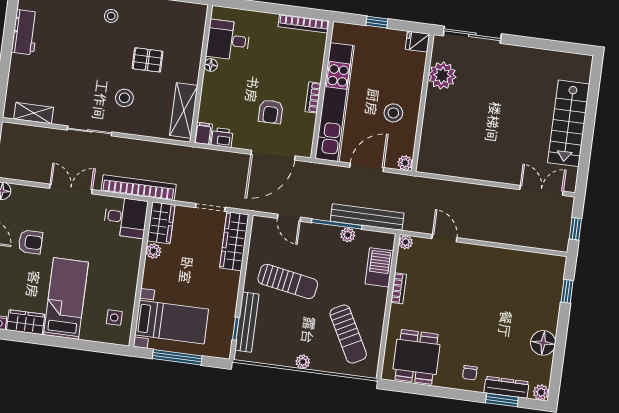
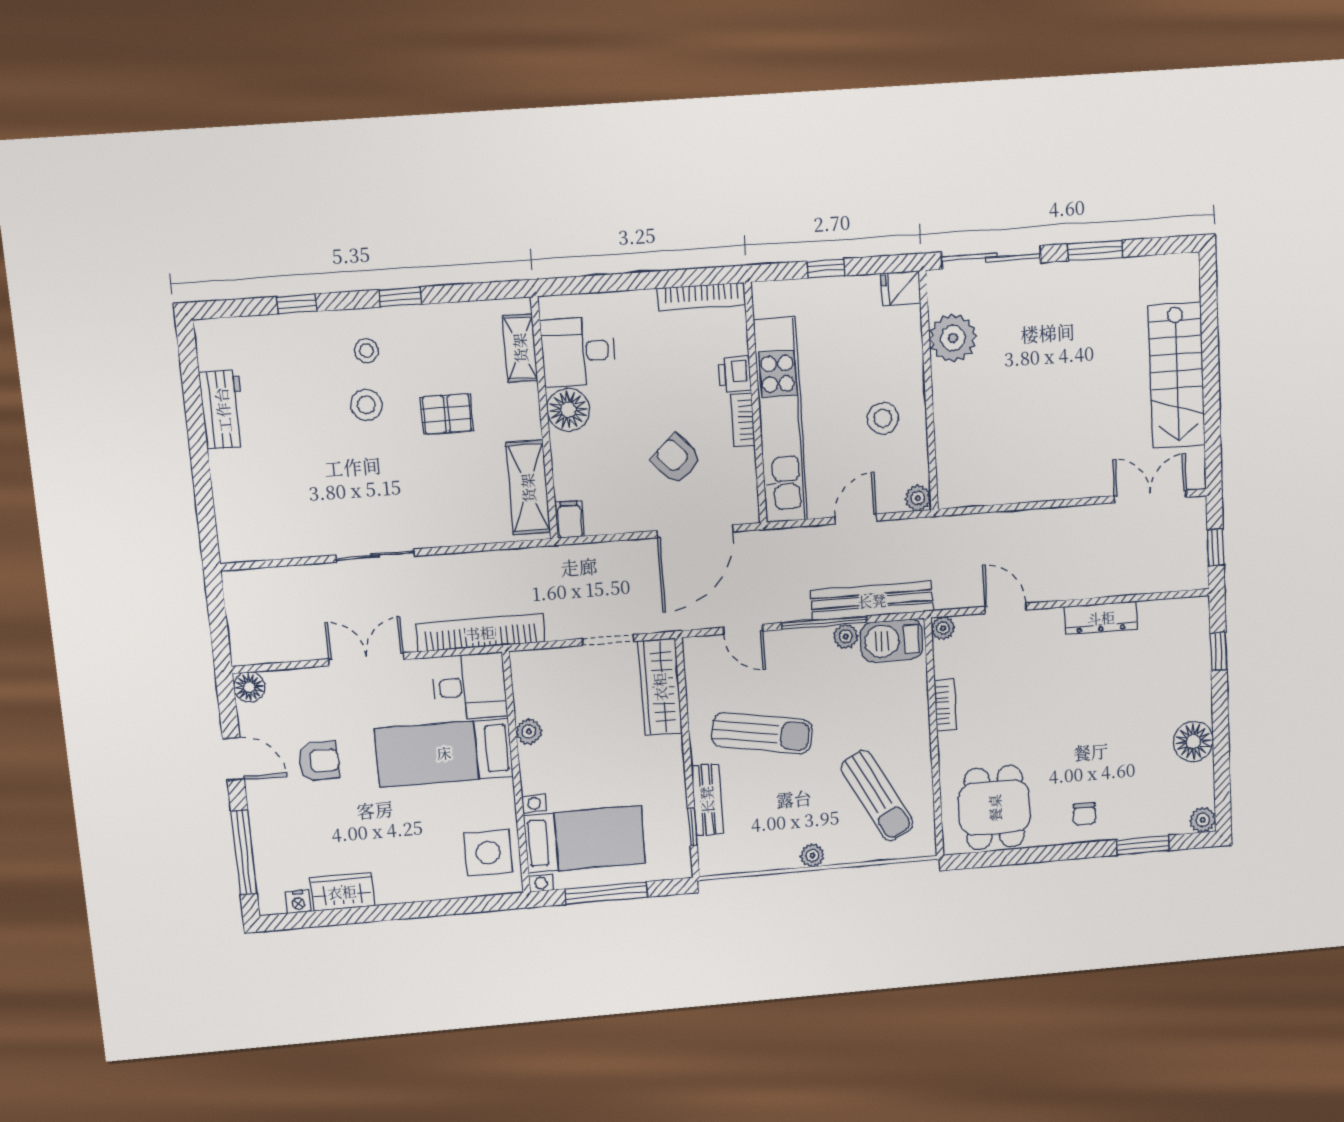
window: (533, 43) -> (1095, 250), added
floor lamp: (211, 65) -> (568, 410), width x1.89, depth x1.89
stool: (124, 98) -> (366, 405), moved
armchair: (271, 112) -> (676, 459), turned 137
shelving: (34, 113) -> (520, 348), moved, turned 90
printer: (222, 137) -> (735, 374), moved, turned -90
door: (367, 167) -> (856, 519), width x0.73
wardrobe: (161, 223) -> (531, 683), removed
barbecue: (379, 267) -> (892, 641), moved, turned -90
bed: (66, 298) -> (444, 753), moved, turned -90
side table: (114, 318) -> (488, 853), width x1.87, depth x1.87
bench: (247, 322) -> (707, 800), width x0.73
dresser: (506, 387) -> (1101, 618), moved, turned 180

